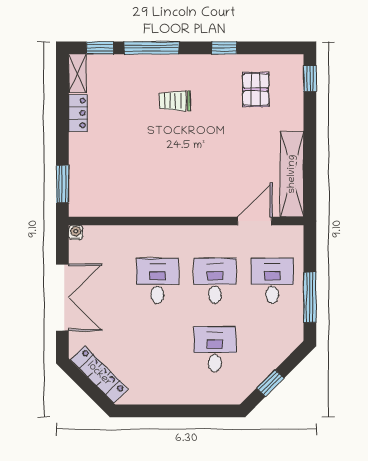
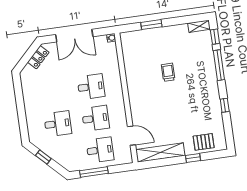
window: (310, 79) -> (193, 158), moved
pallet: (256, 90) -> (204, 142), moved
trolley: (175, 101) -> (168, 72), moved
locker: (78, 113) -> (177, 30), removed
window: (62, 184) -> (151, 25), moved
locker: (99, 374) -> (38, 57), width x0.66

